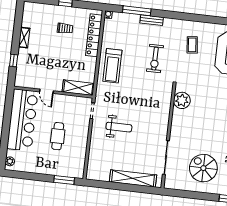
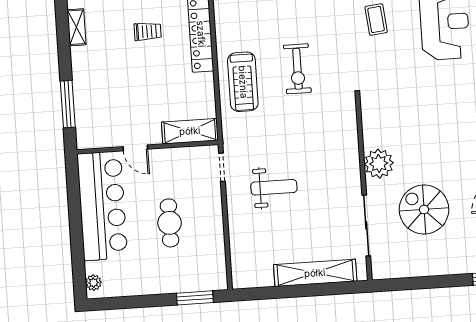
shelving: (24, 38) -> (77, 27), moved
exercise bike: (155, 59) -> (297, 69), moved
window: (14, 60) -> (68, 104), width x2.17
plant: (182, 100) -> (379, 164), moved
spiral stairs: (203, 168) -> (424, 210), moved

